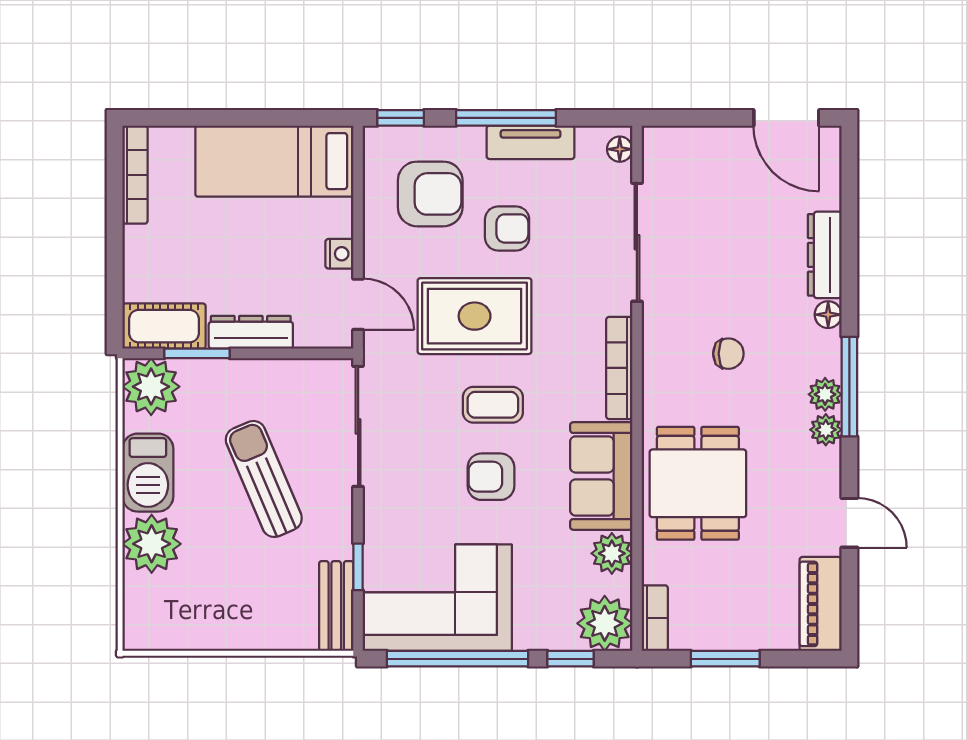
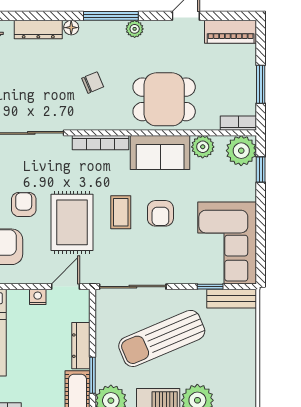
chair: (728, 354) -> (93, 83), turned 67
plant: (825, 394) -> (115, 29), removed
sun lounger: (264, 479) -> (162, 338), width x1.36, depth x1.34
window: (457, 659) -> (261, 232), removed

